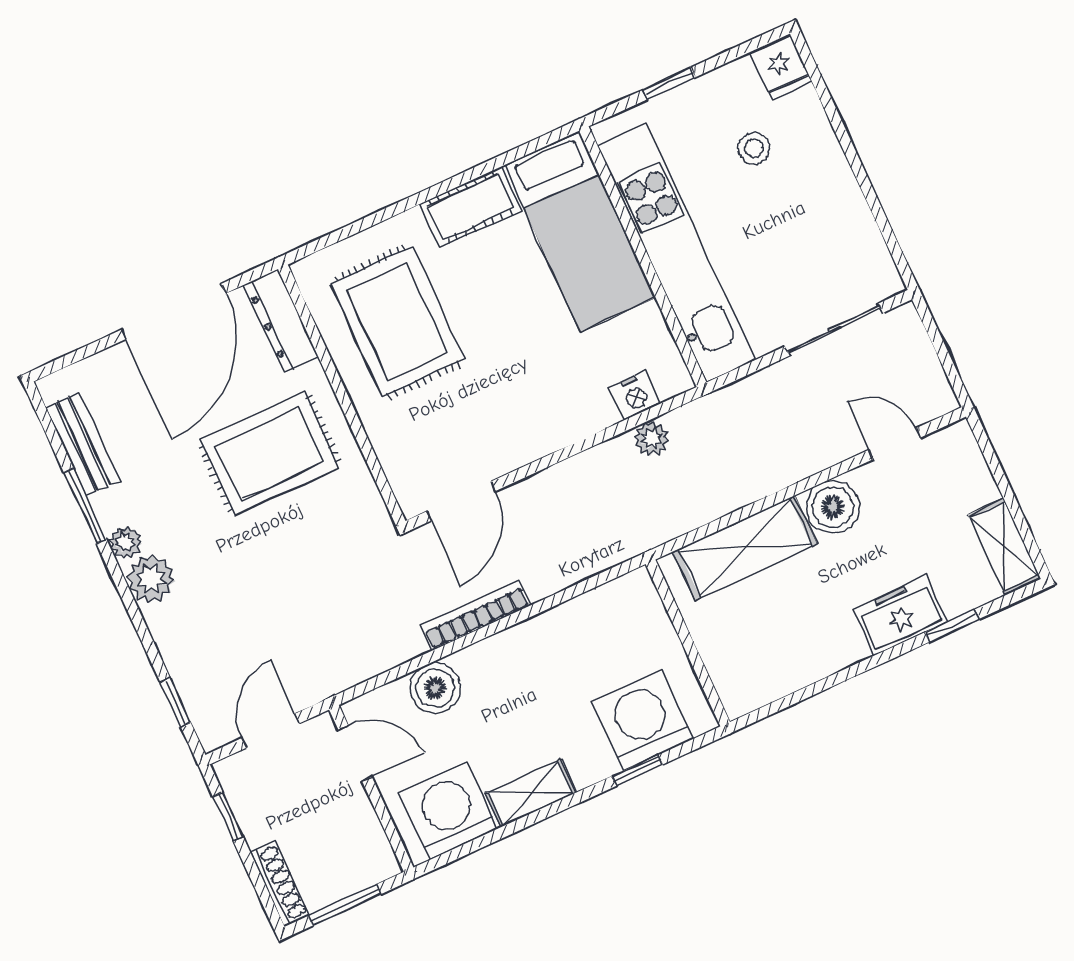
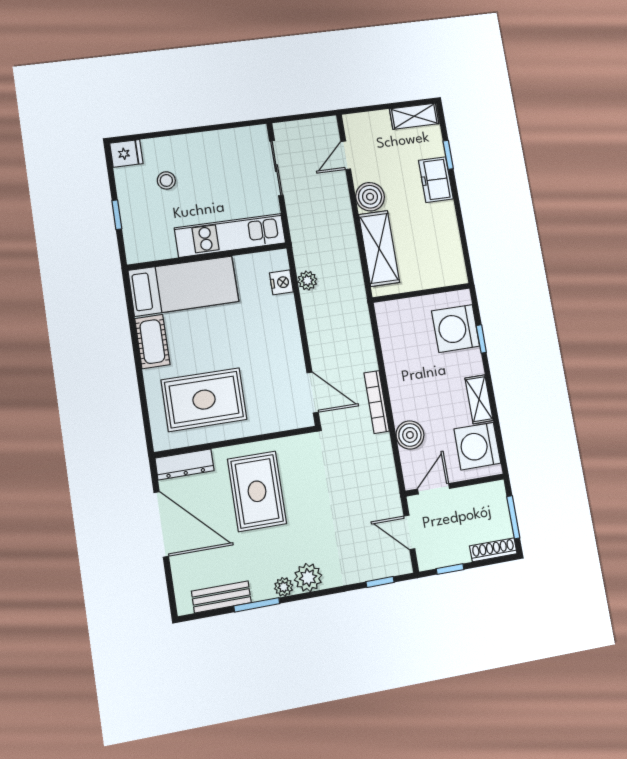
kitchen unit: (676, 253) -> (230, 235), width x0.73

